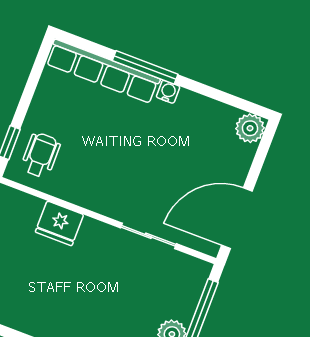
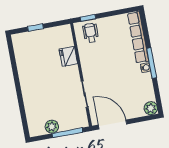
window: (145, 67) -> (152, 63), moved
wheelchair: (41, 155) -> (91, 33), turned -90

